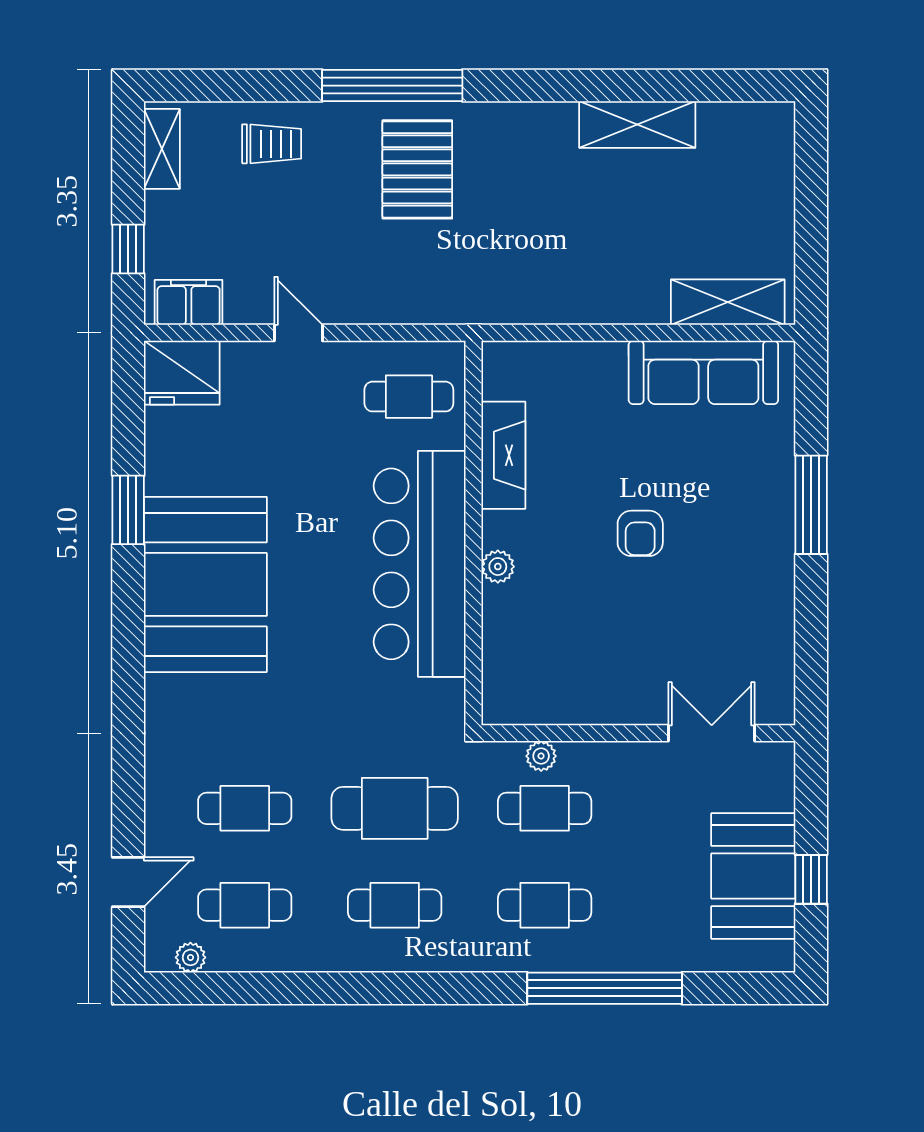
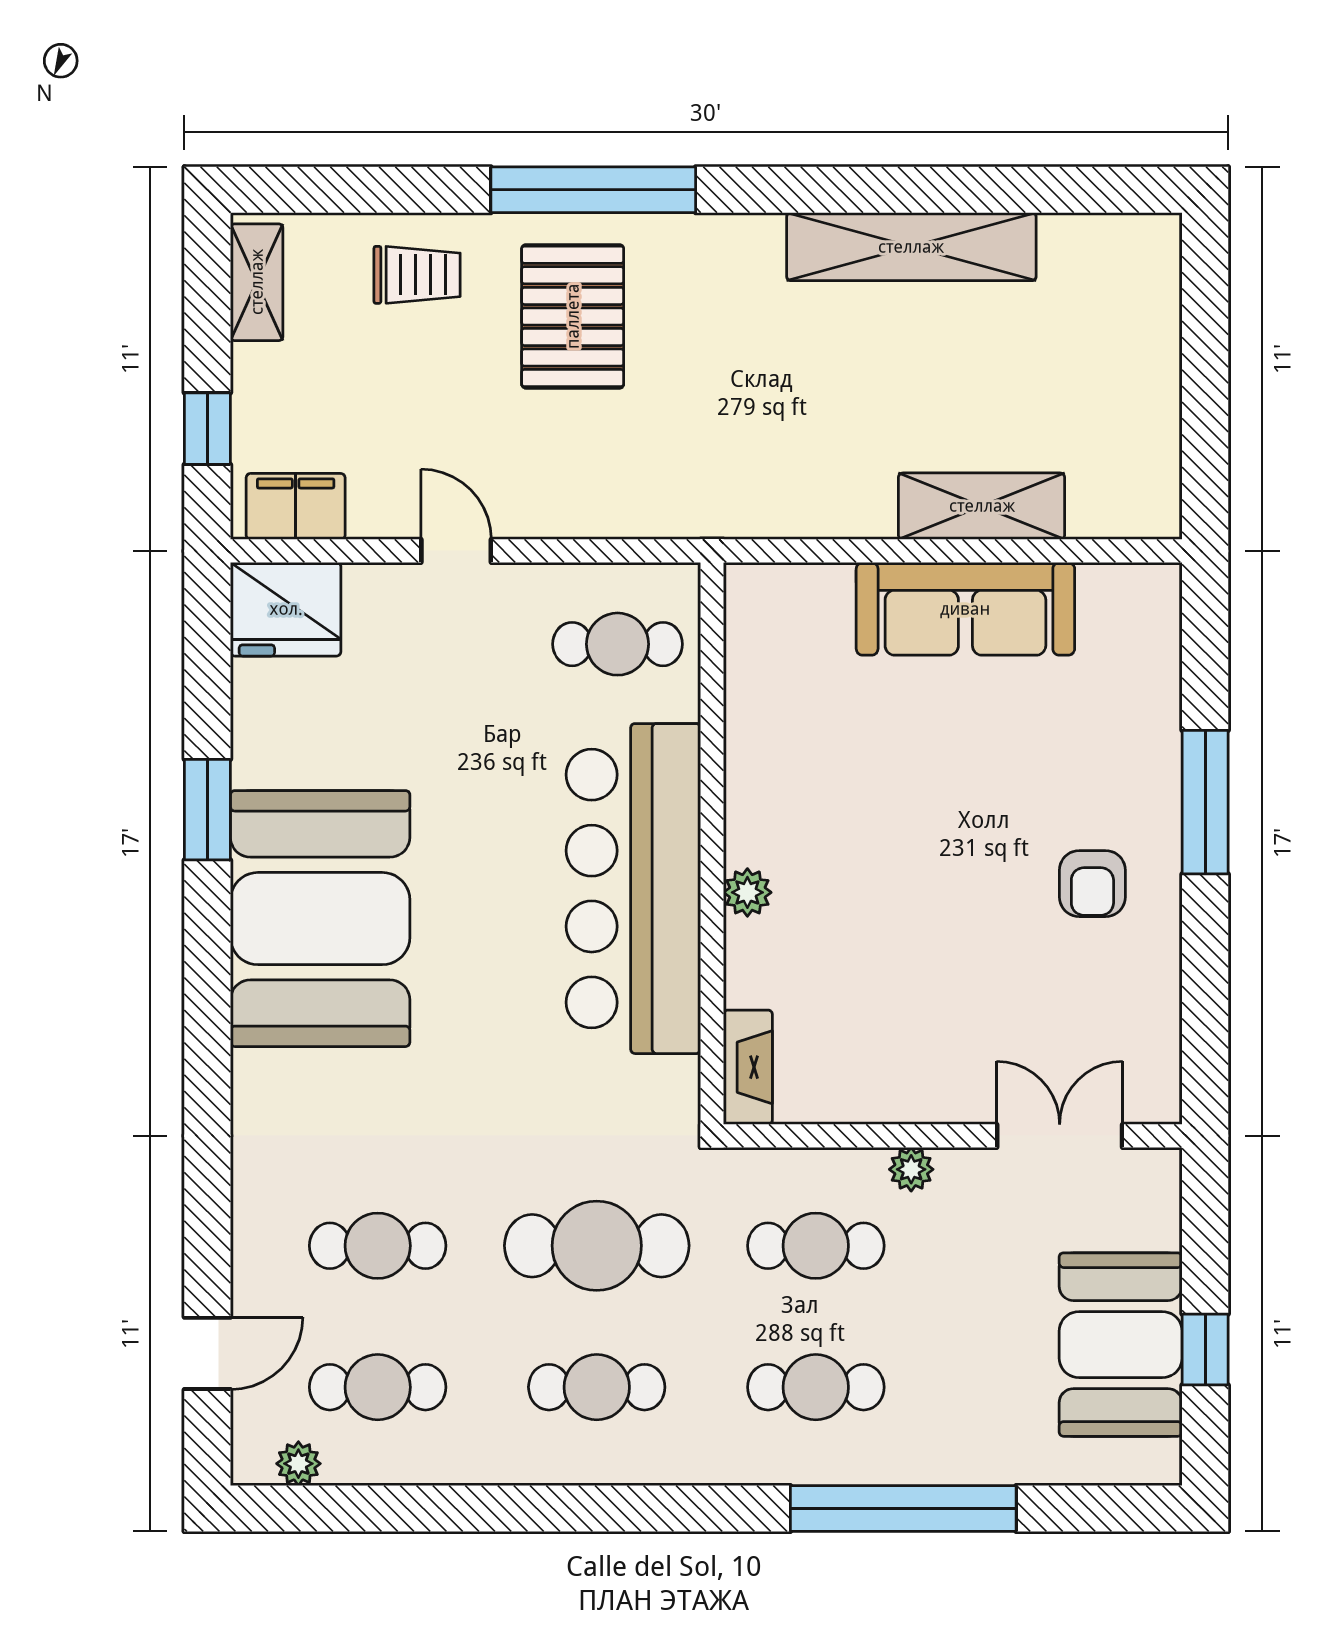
shelving: (637, 125) -> (911, 247), width x1.47
pallet: (417, 169) -> (573, 316), moved
shelving: (728, 302) -> (982, 506), moved
sofa: (703, 372) -> (965, 609), moved
fireplace: (503, 455) -> (748, 1067), moved, width x0.73, depth x0.76
armchair: (640, 533) -> (1092, 884), moved
plant: (541, 756) -> (911, 1169), moved

